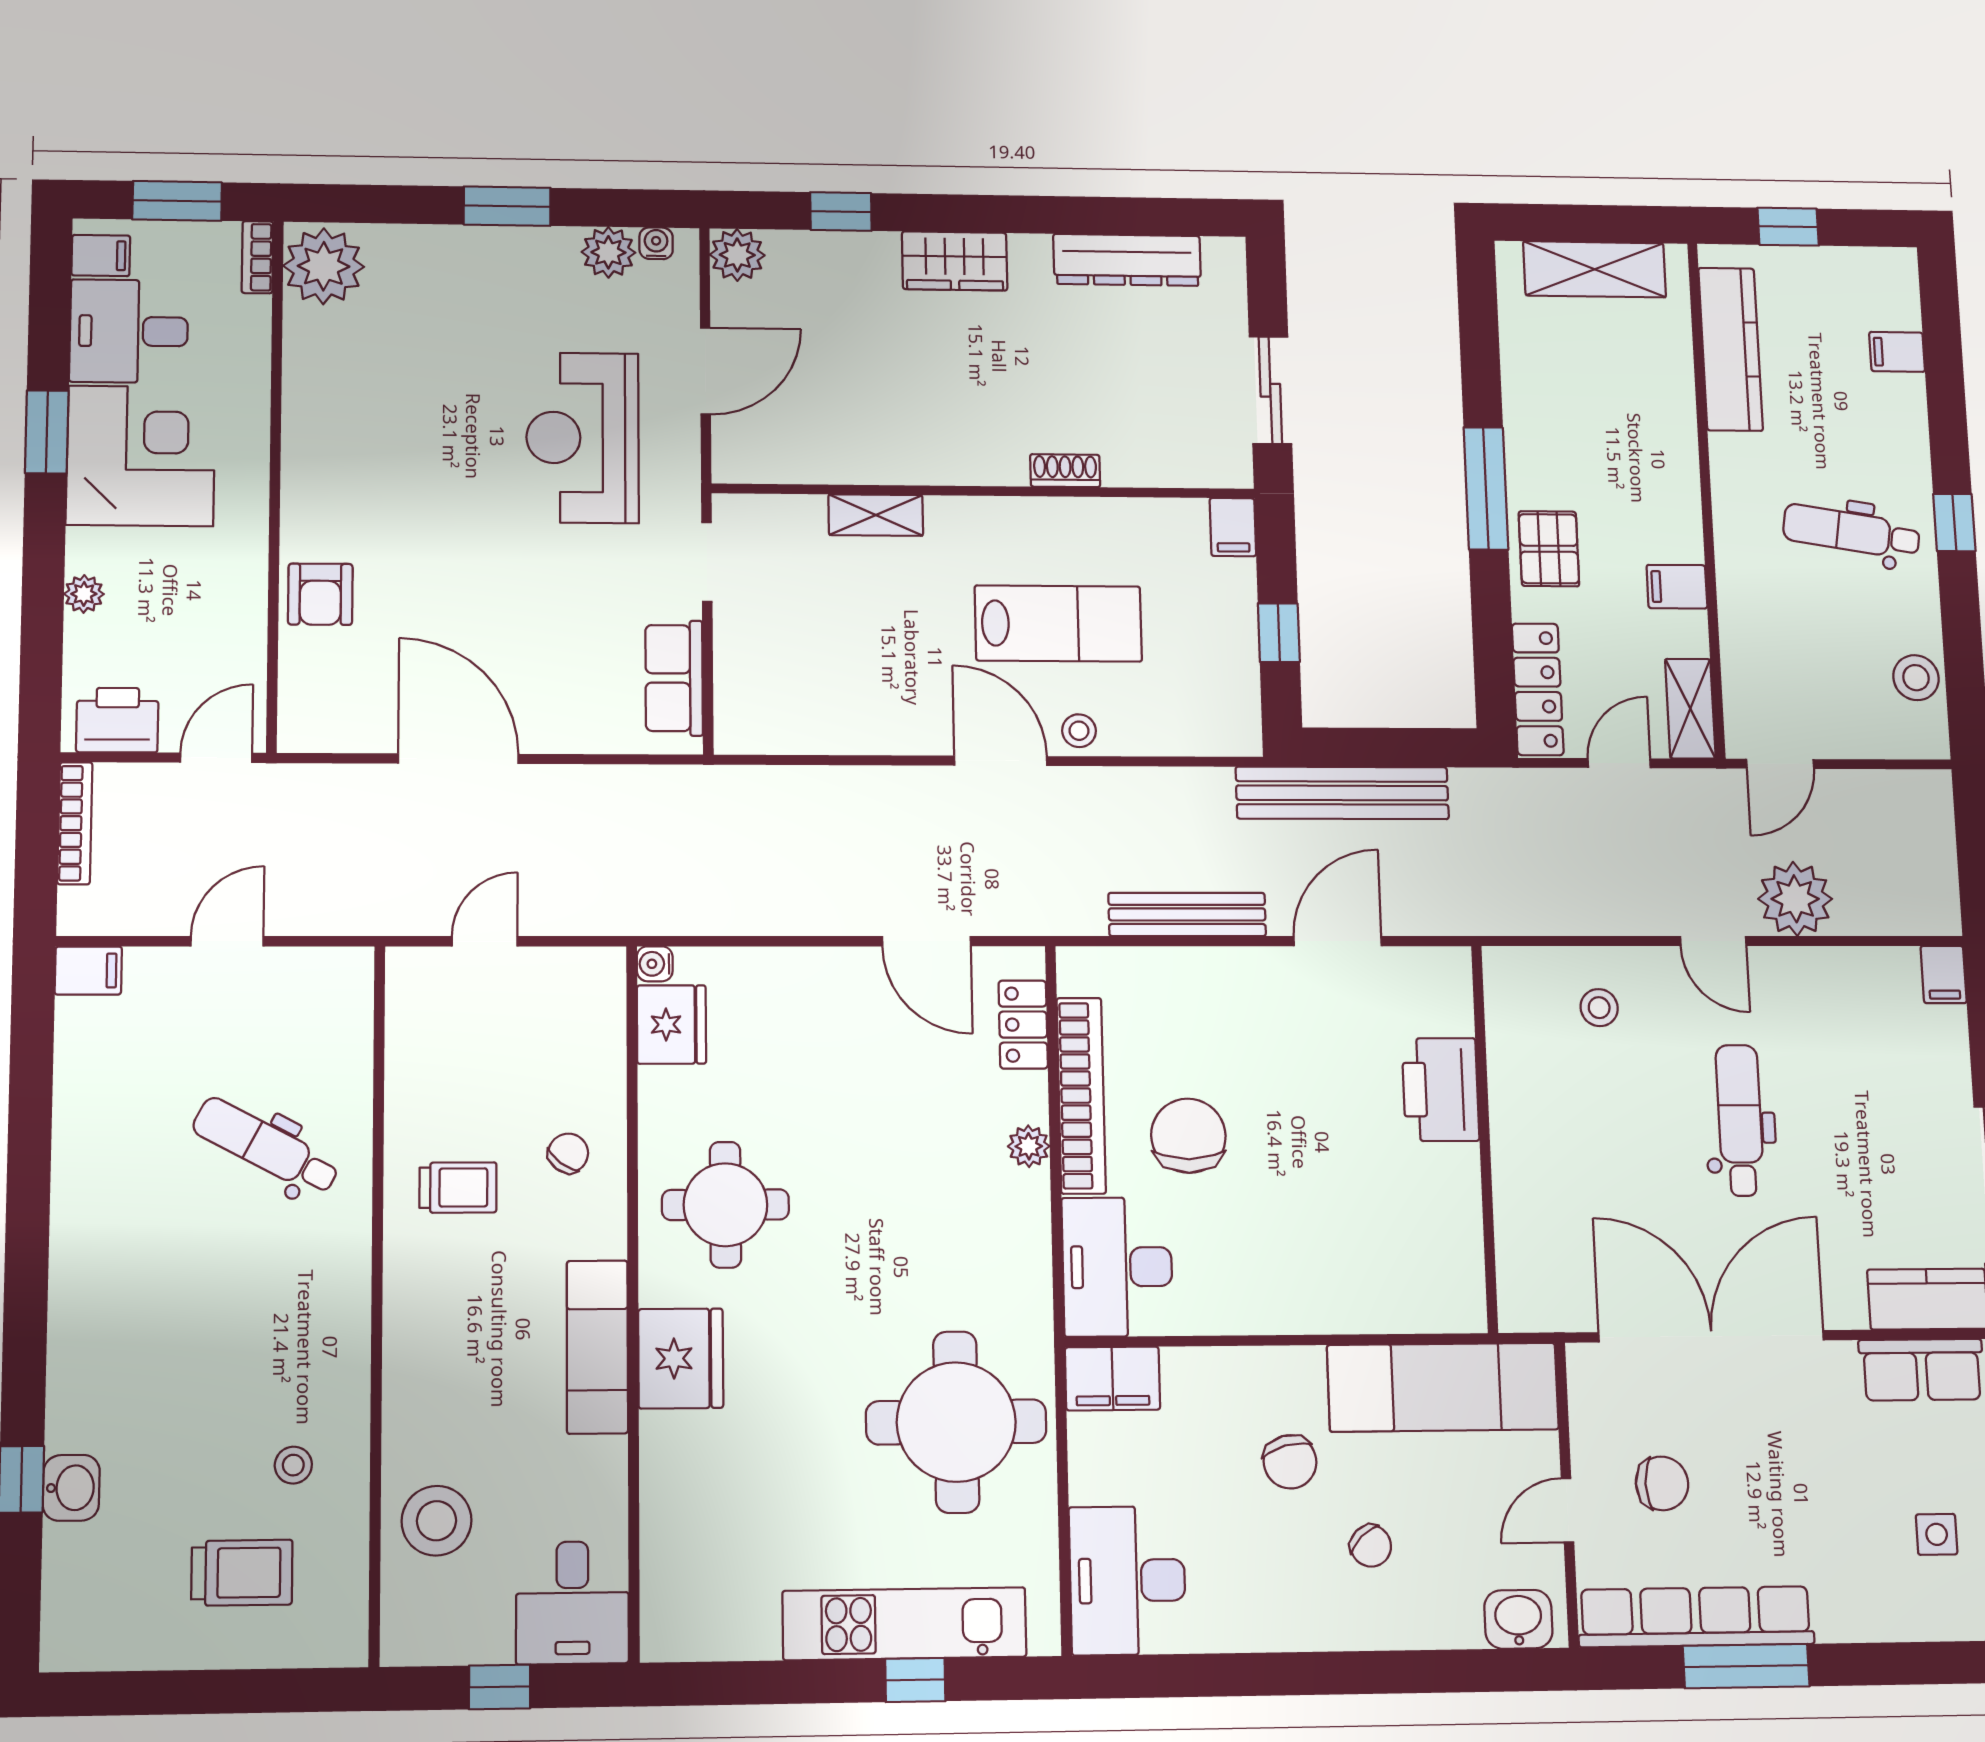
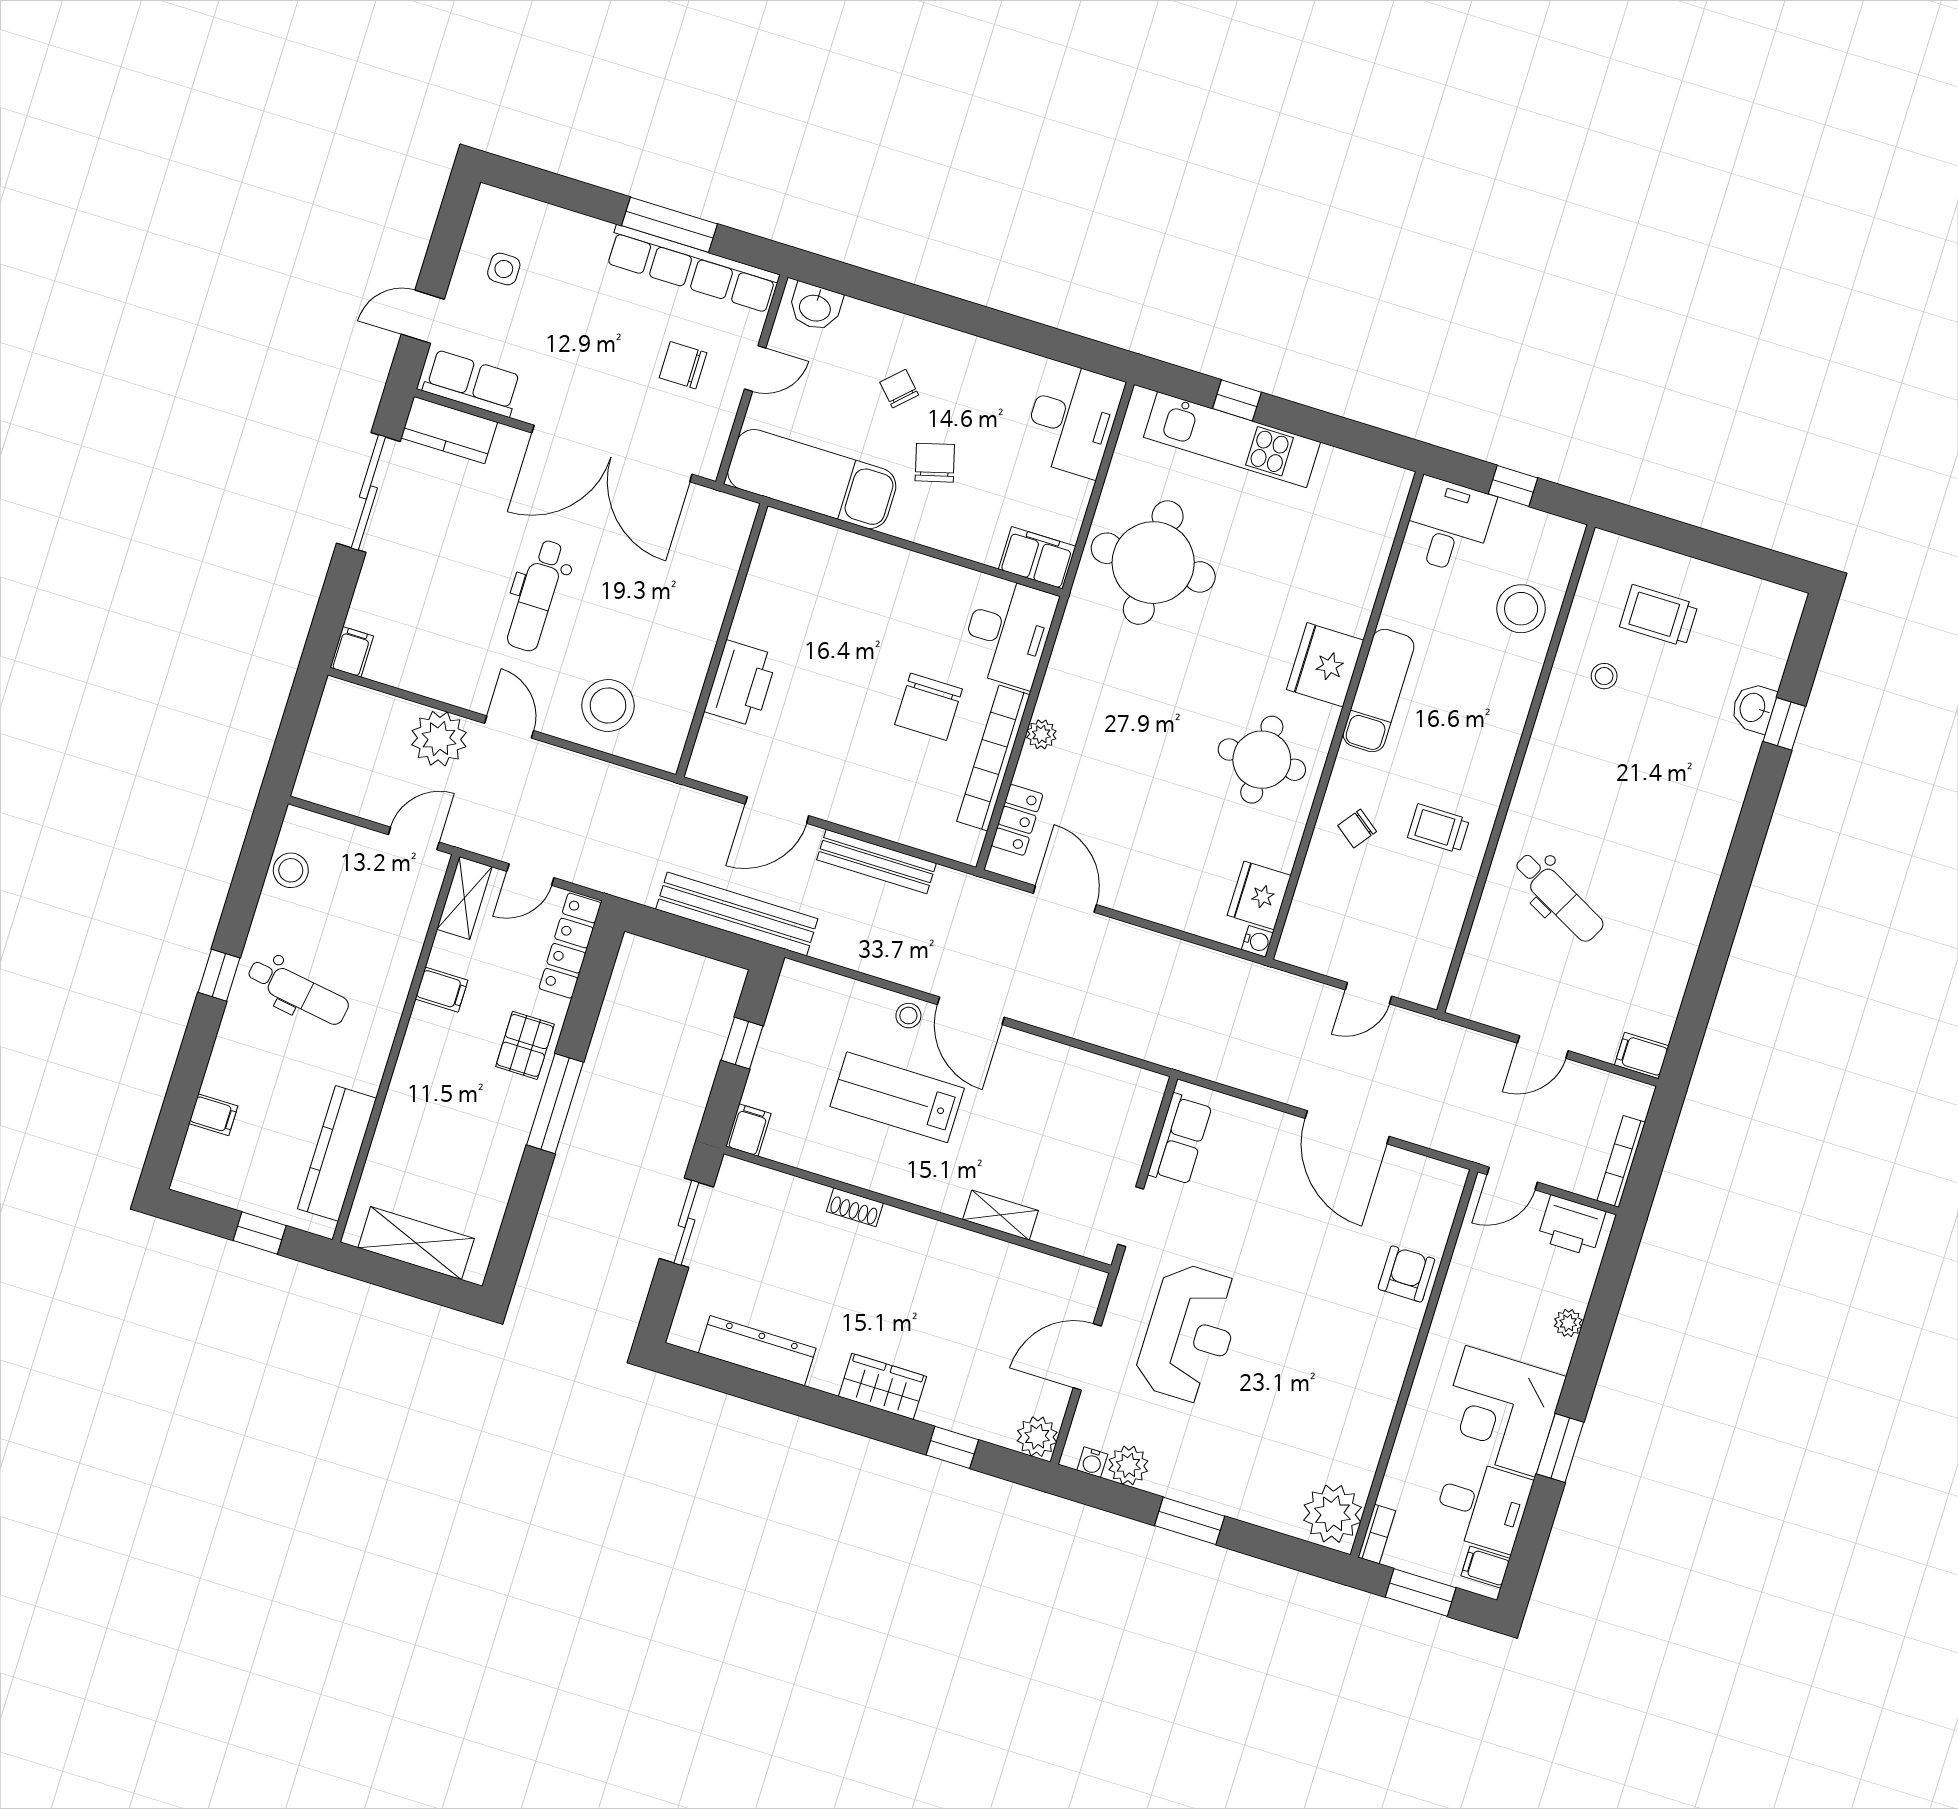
stool: (1599, 1008) -> (608, 706), width x1.89, depth x1.89

